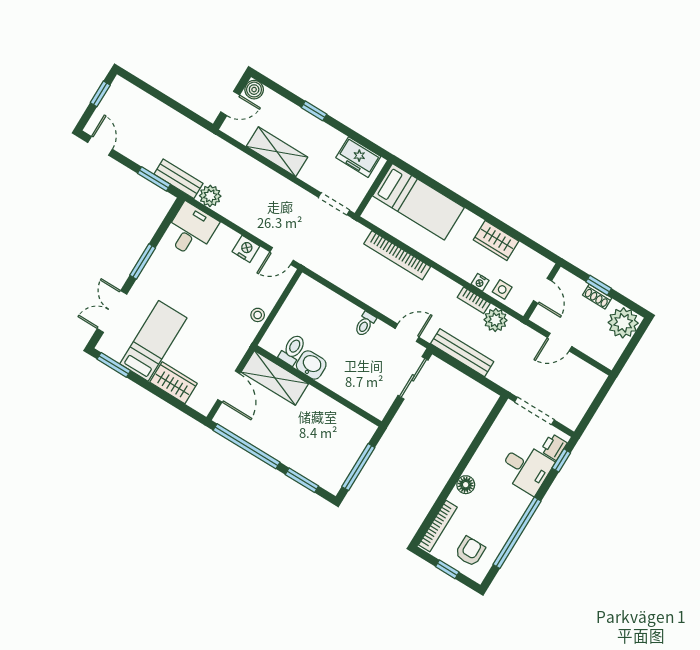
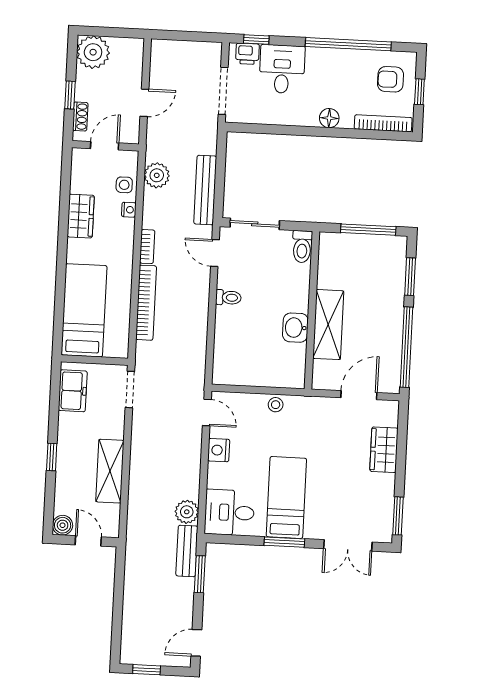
shoe rack: (597, 297) -> (80, 116), moved
bookcase: (474, 300) -> (147, 247), moved
bed: (153, 341) -> (286, 498), moved, turned 90
door: (560, 342) -> (144, 103), hinge flipped
toilet: (293, 350) -> (302, 247), moved, turned -90
shelving: (275, 378) -> (328, 325), moved

